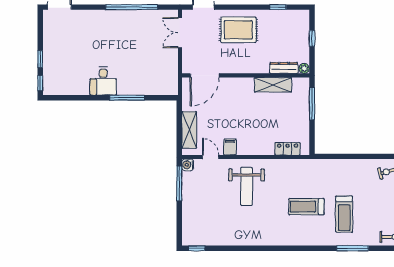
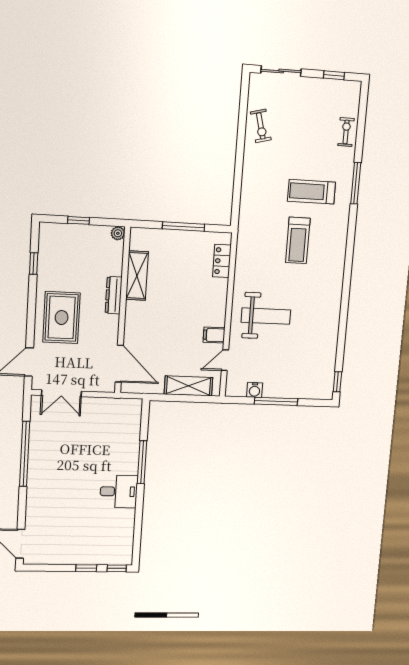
dresser: (284, 68) -> (114, 295), moved
window: (312, 104) -> (183, 226), moved
water cooler: (188, 165) -> (255, 390), moved
window: (179, 183) -> (276, 401), moved
treadmill: (344, 214) -> (312, 192), turned 180

